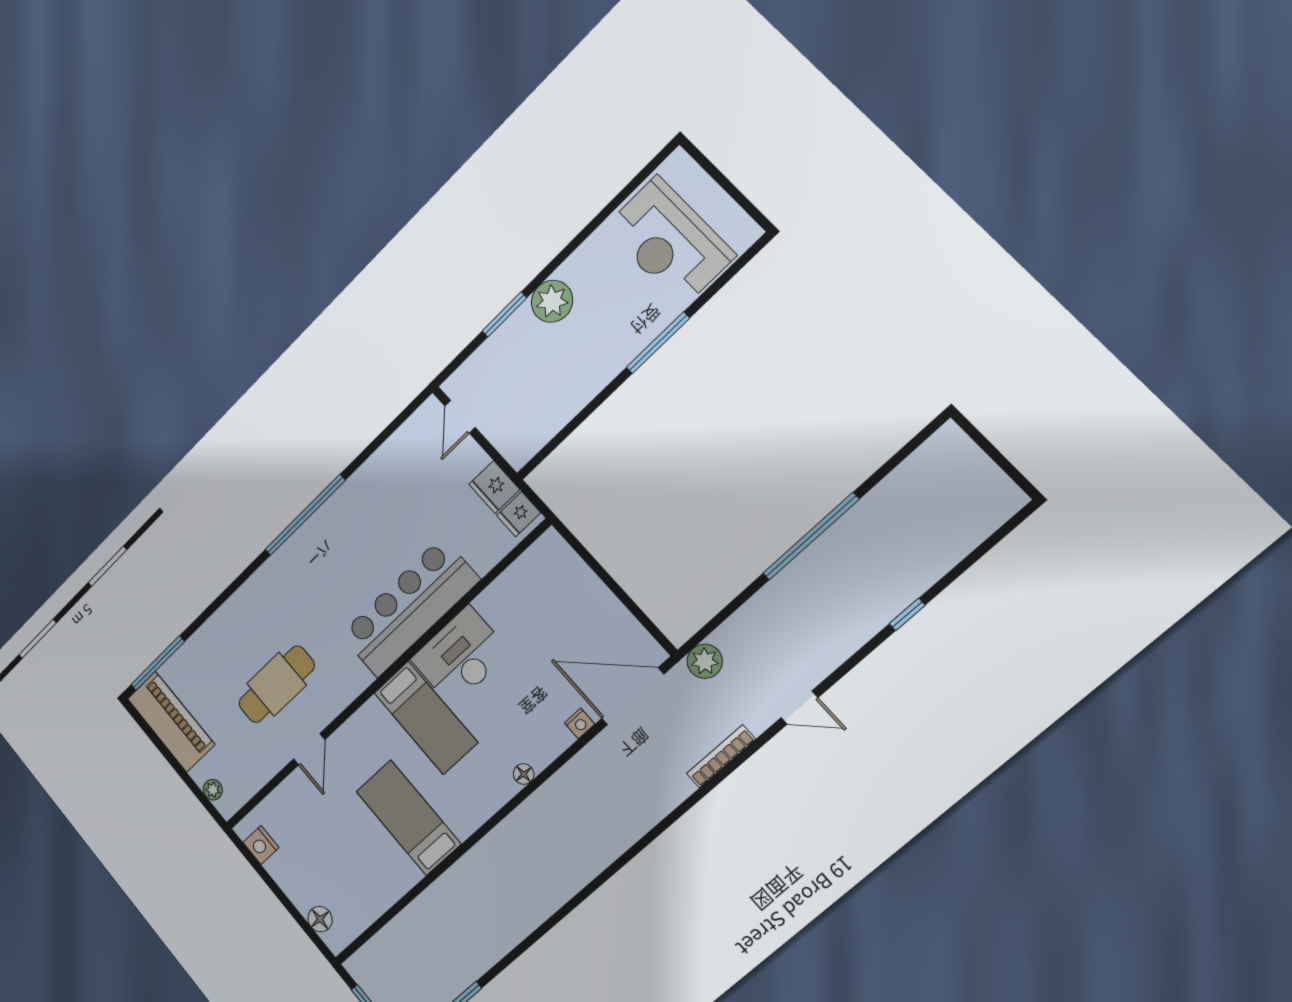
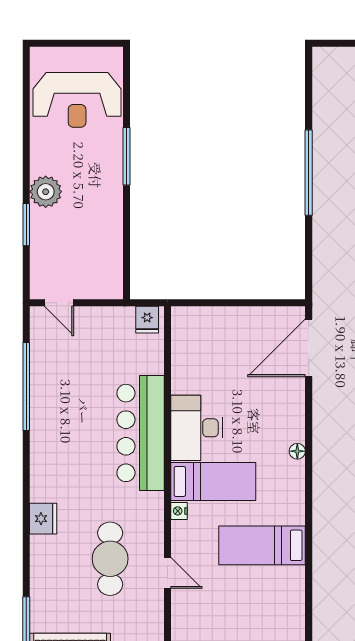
fridge: (494, 487) -> (43, 519), moved, turned -90
window: (305, 515) -> (26, 387), moved
plant: (705, 661) -> (325, 290), removed
nightstand: (580, 723) -> (179, 511), moved, turned 180

